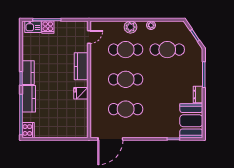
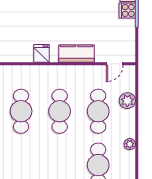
plant: (130, 27) -> (127, 101), moved
door: (89, 37) -> (115, 64), hinge flipped

